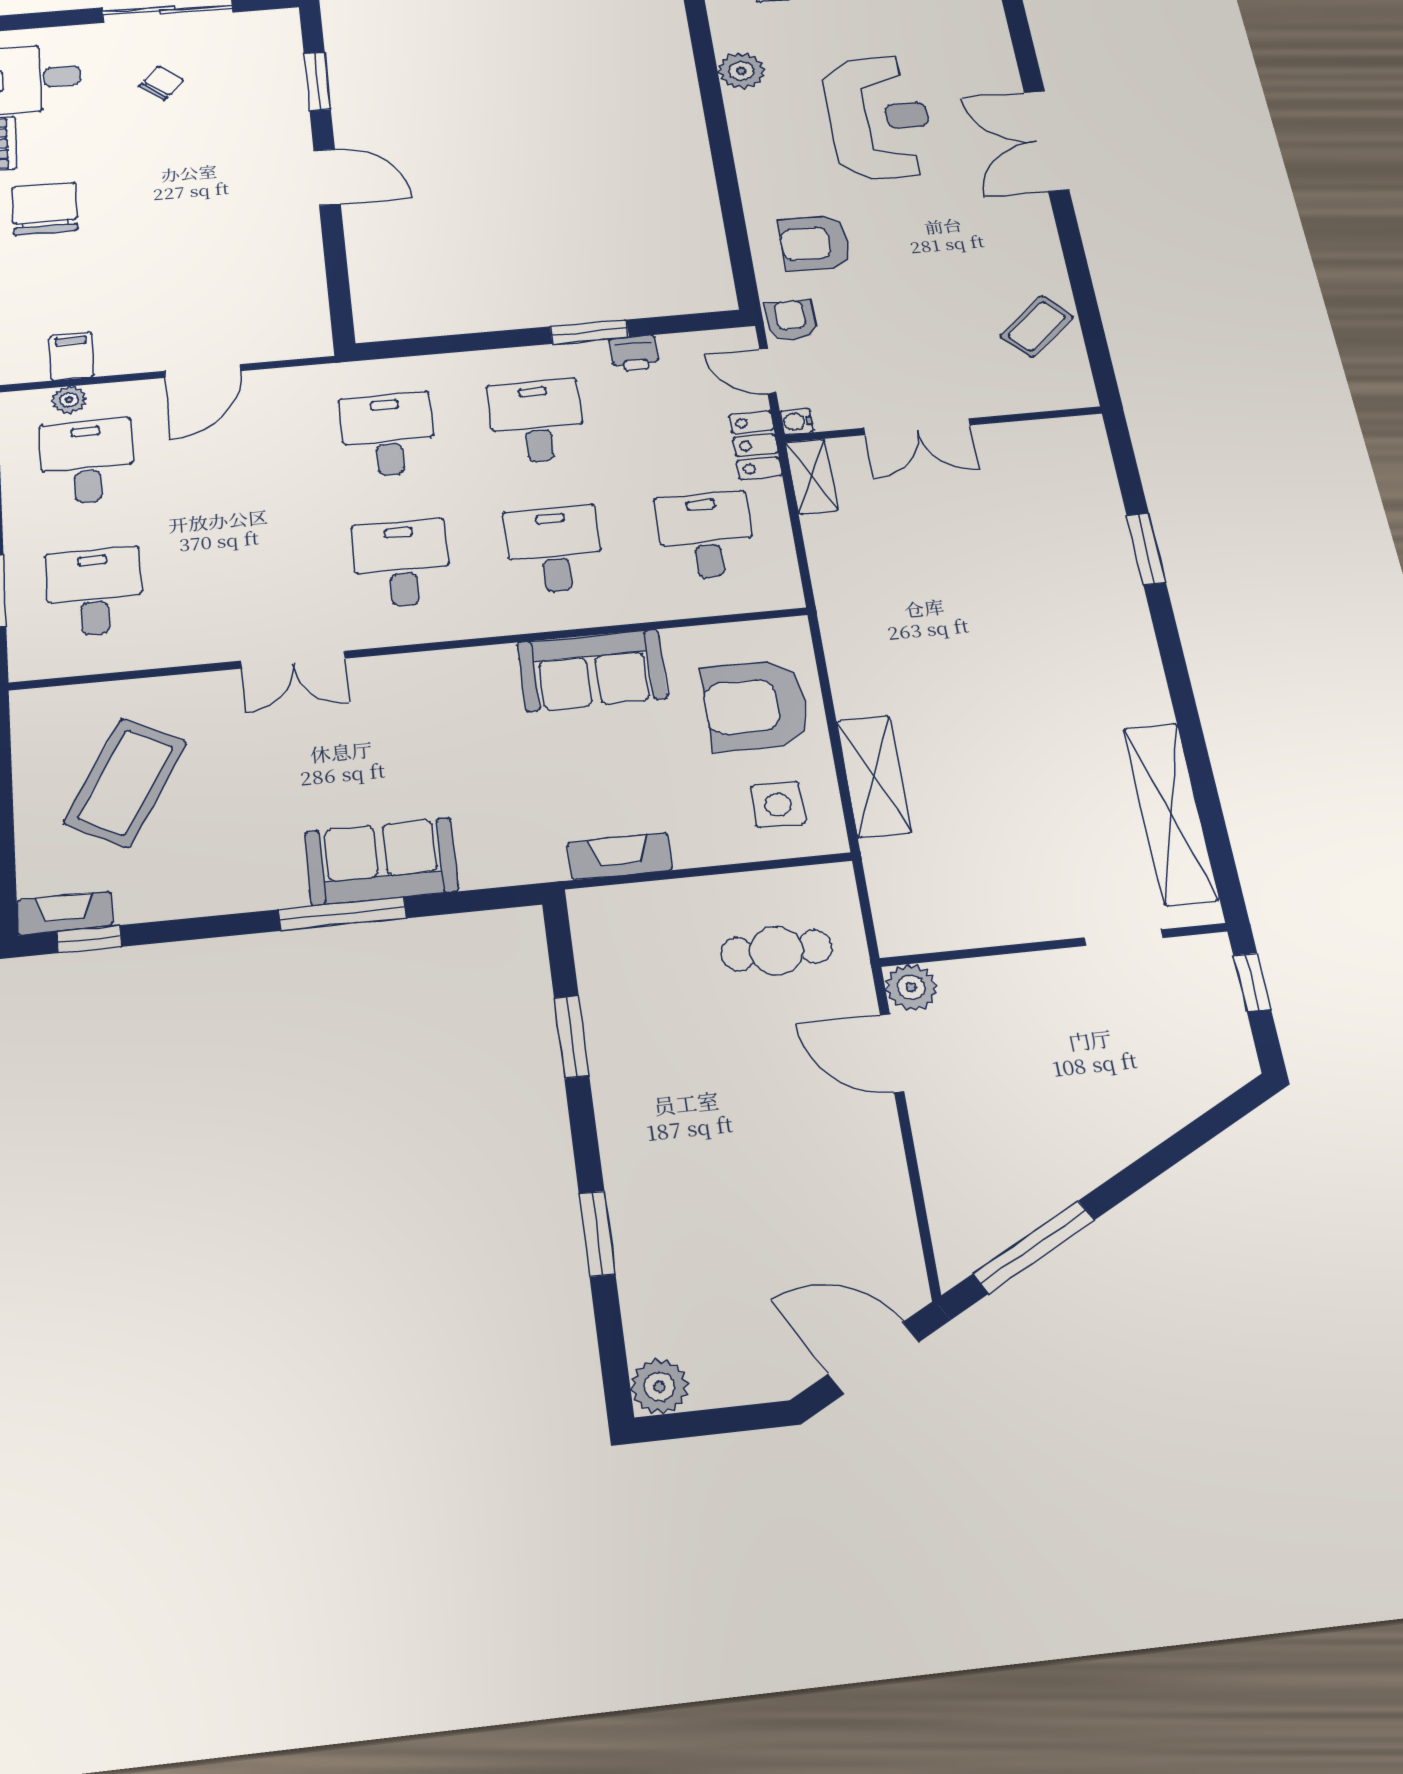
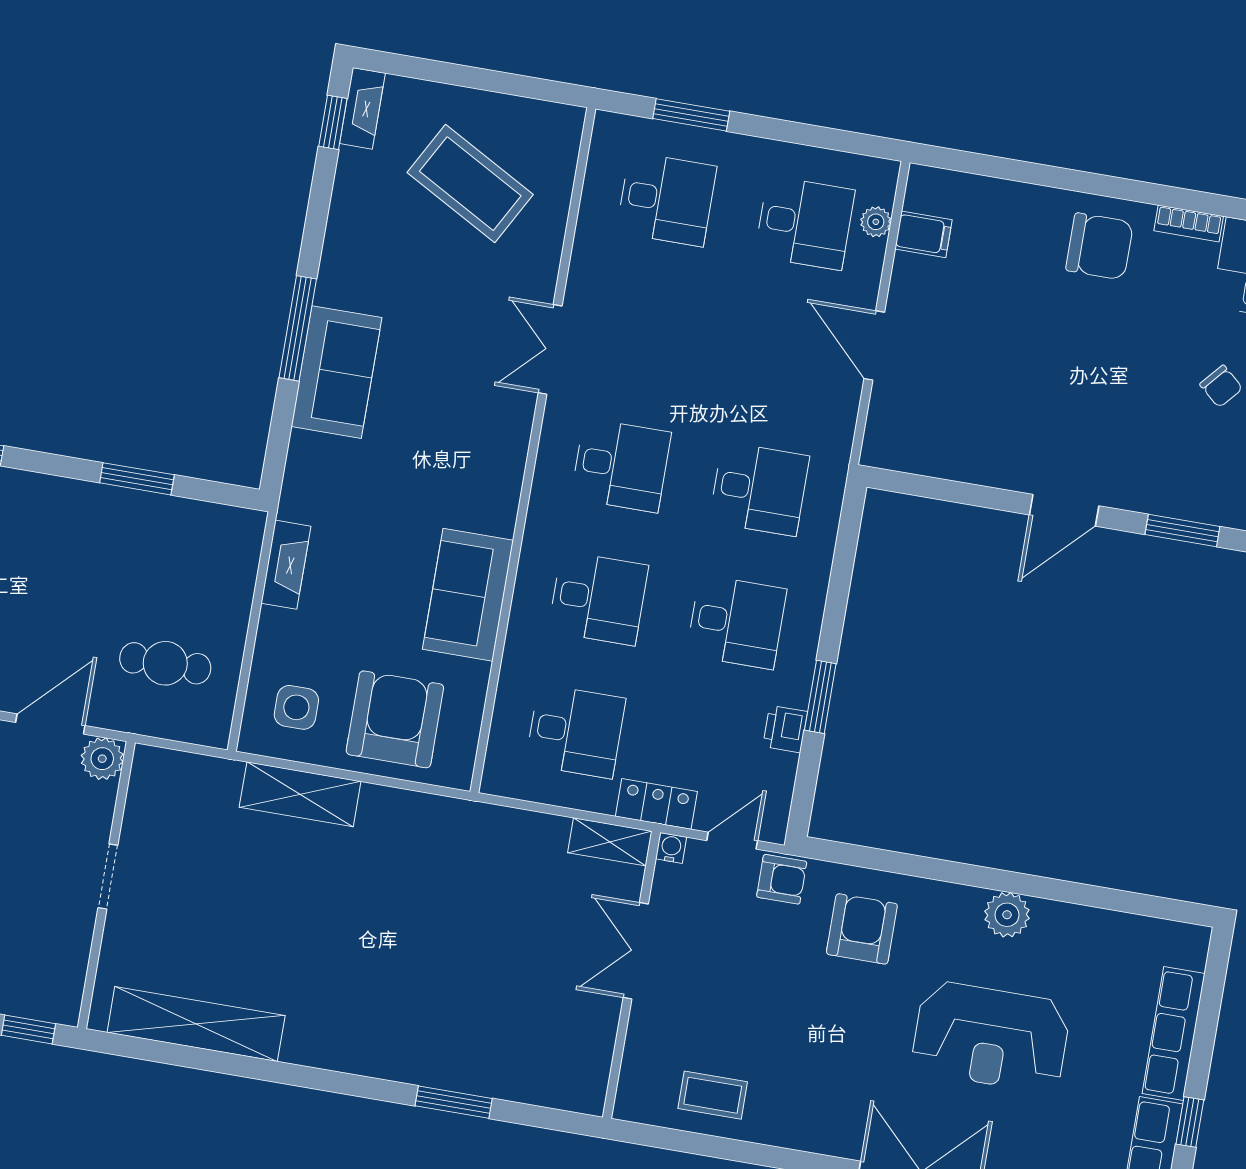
plant: (741, 71) -> (1007, 915), moved
coffee table: (1037, 326) -> (713, 1095), turned -48
doorway: (1123, 938) -> (108, 876), moved
cafe table: (777, 950) -> (165, 663), turned 90

